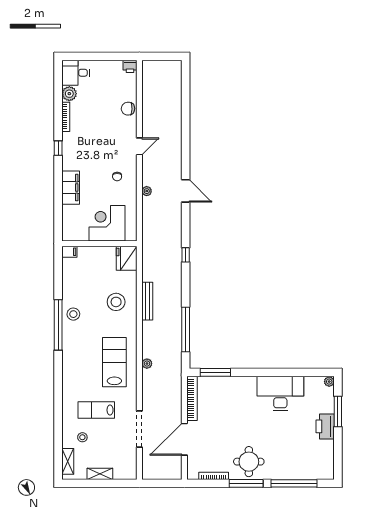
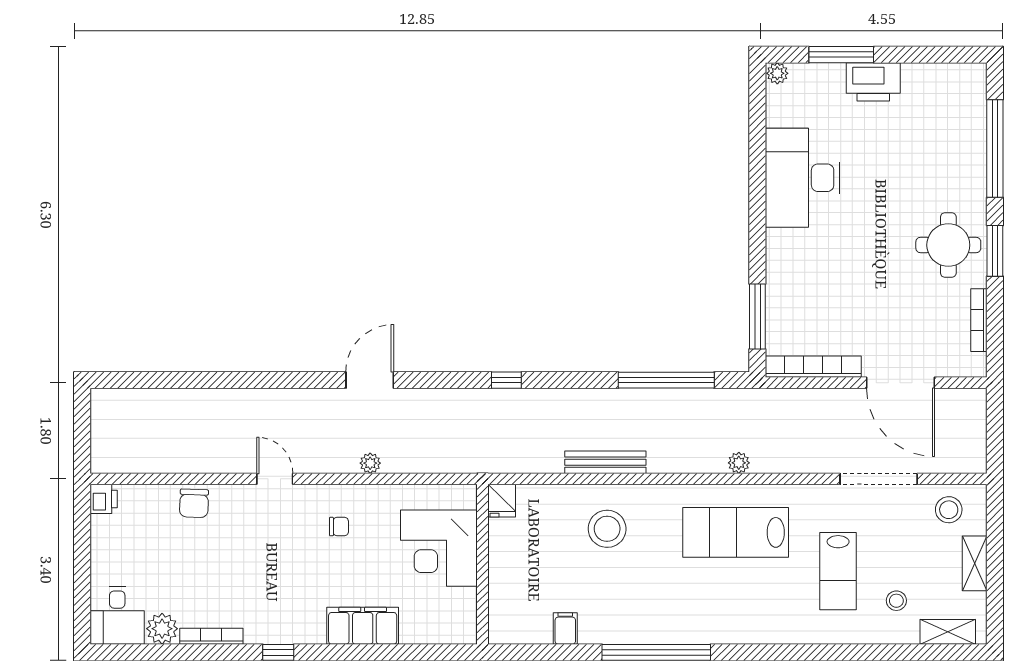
filing cabinet: (69, 252) -> (565, 628), moved
fridge: (127, 258) -> (502, 501), width x0.53, depth x0.75
stool: (73, 314) -> (949, 510), moved
window: (246, 483) -> (995, 251), width x0.69

